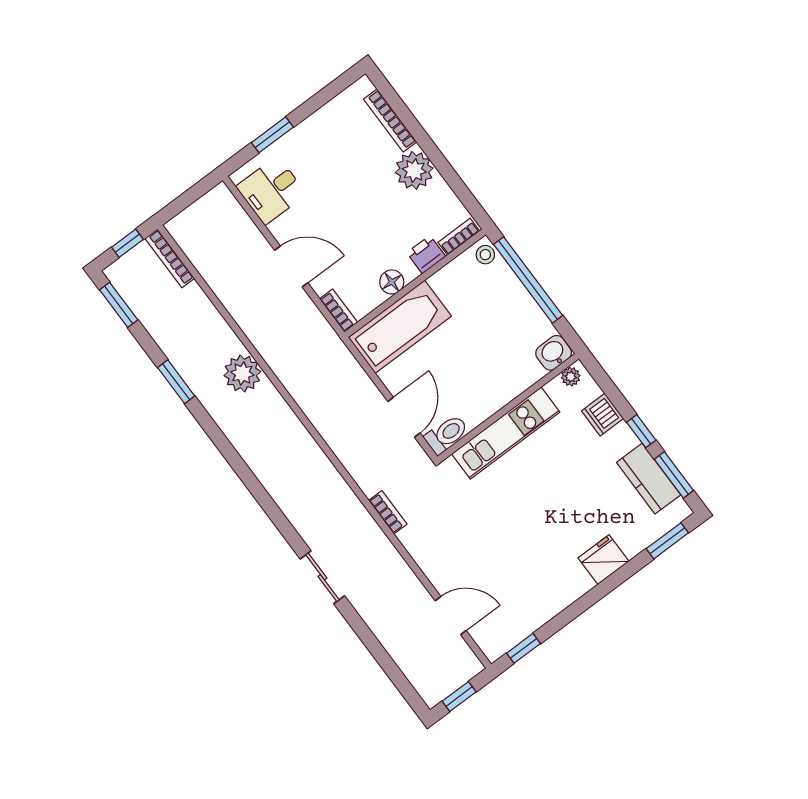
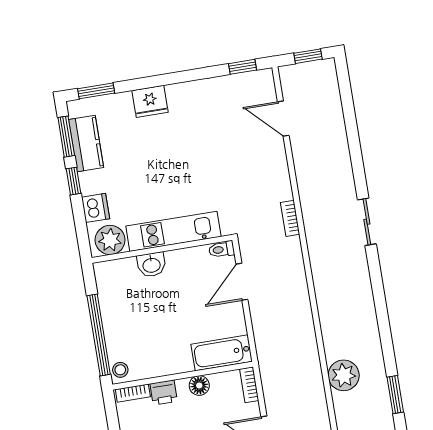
bathtub: (400, 327) -> (222, 353), width x0.73, depth x0.73
washbasin: (554, 353) -> (151, 265), moved
plant: (571, 377) -> (110, 240), width x1.88, depth x1.88
toilet: (446, 434) -> (222, 249), width x0.73, depth x0.72
sliding door: (322, 577) -> (367, 222), moved

